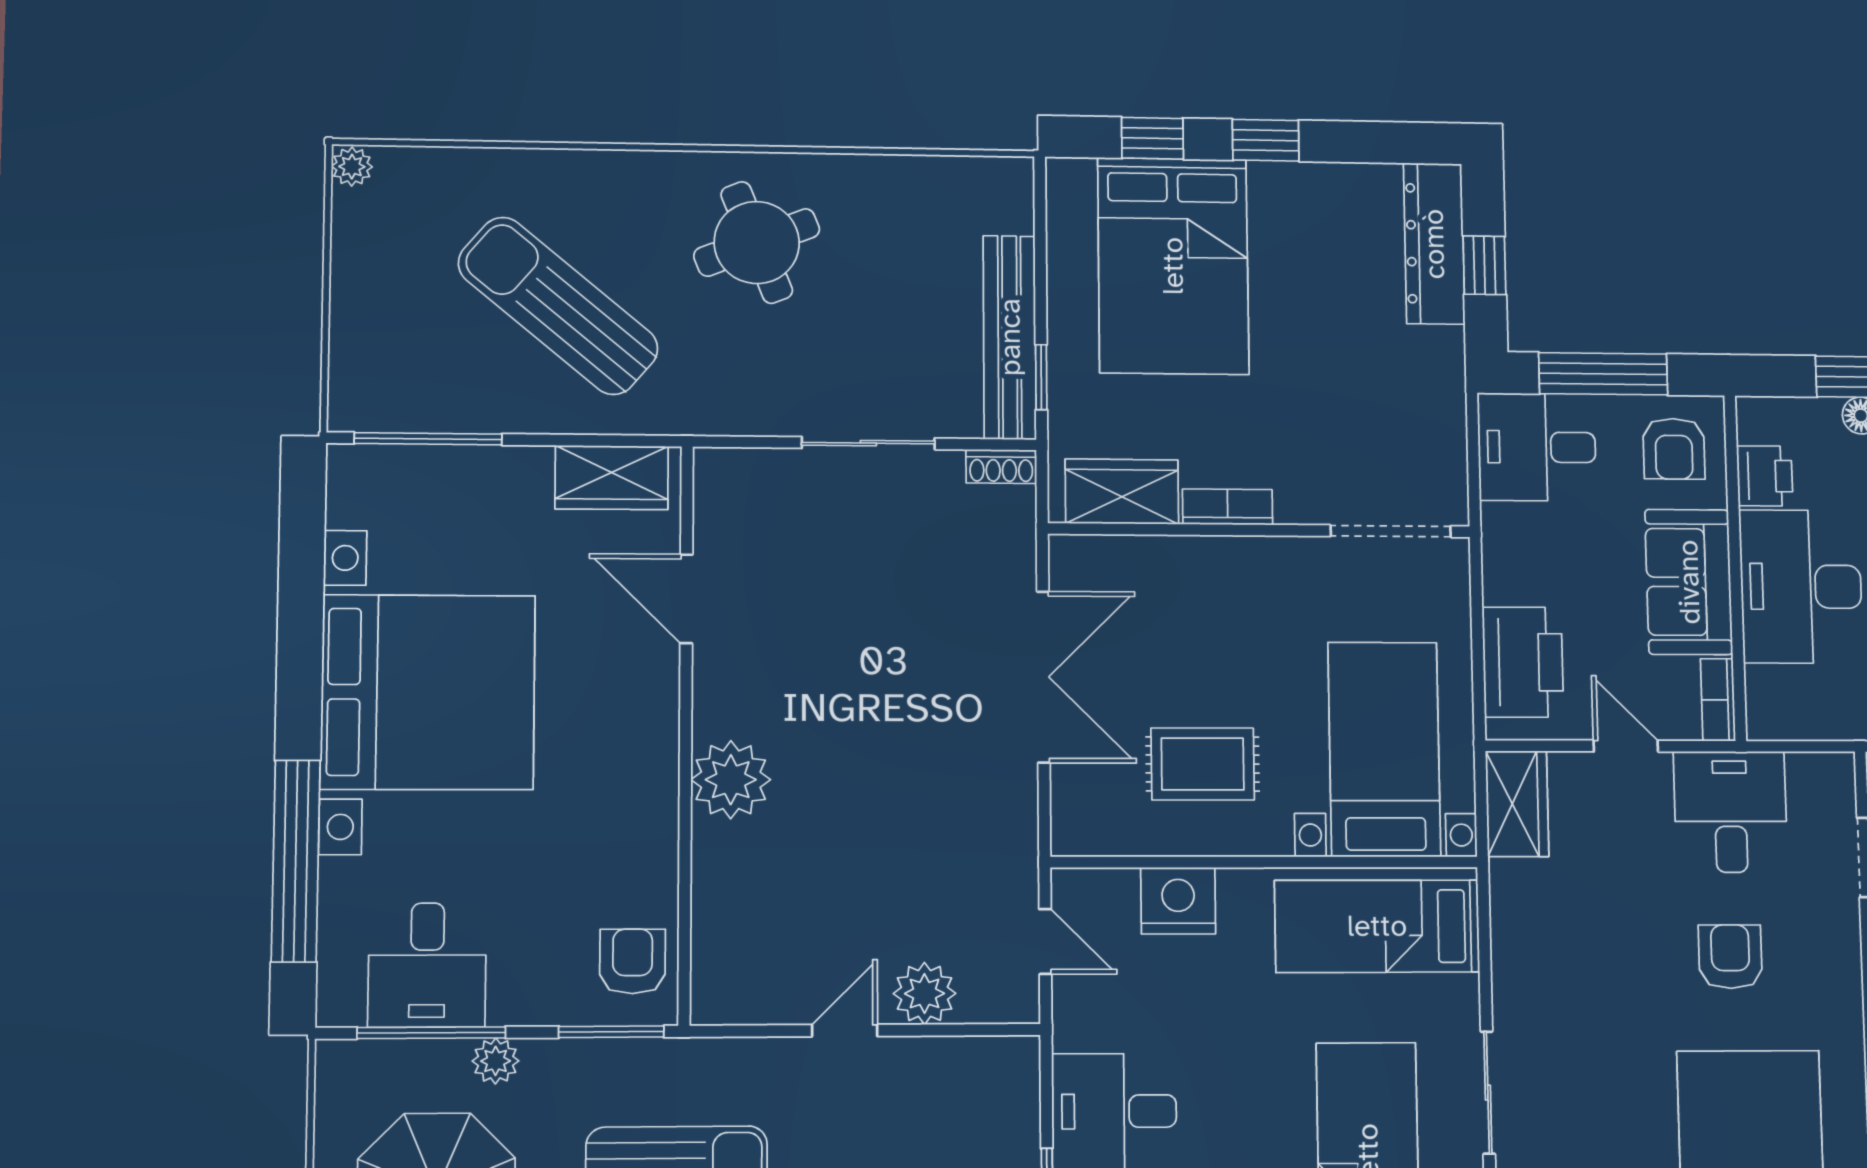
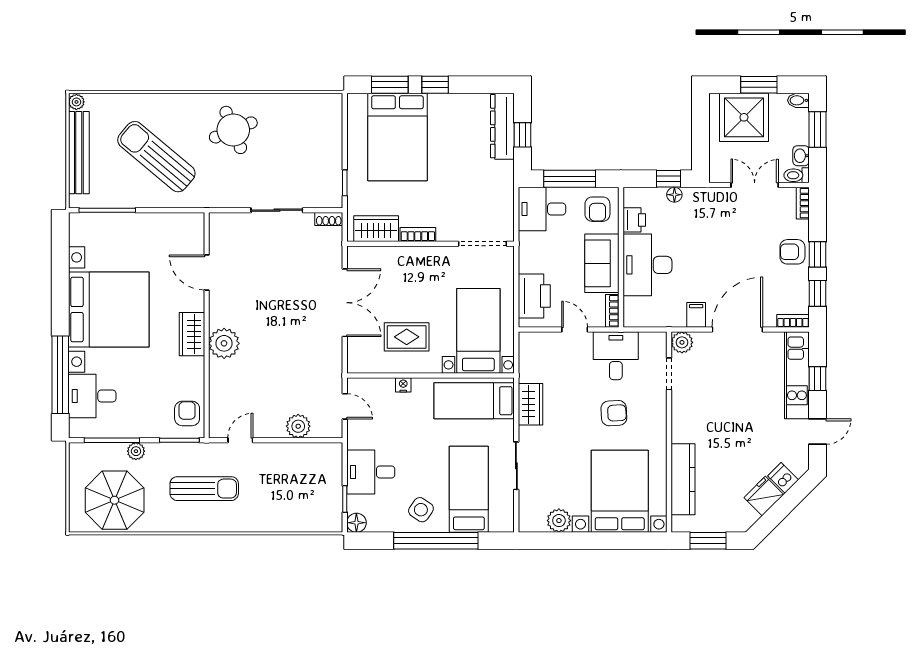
window: (1152, 138) -> (390, 85), width x1.50
bench: (1010, 337) -> (79, 153), moved
wardrobe: (612, 478) -> (192, 334), moved, turned 90
wardrobe: (1517, 804) -> (531, 404), moved
nightstand: (1178, 901) -> (403, 385), width x0.53, depth x0.56
armchair: (1730, 957) -> (614, 413), turned 87
desk: (427, 965) -> (92, 396), moved, turned 90
door: (845, 1030) -> (240, 440), moved

